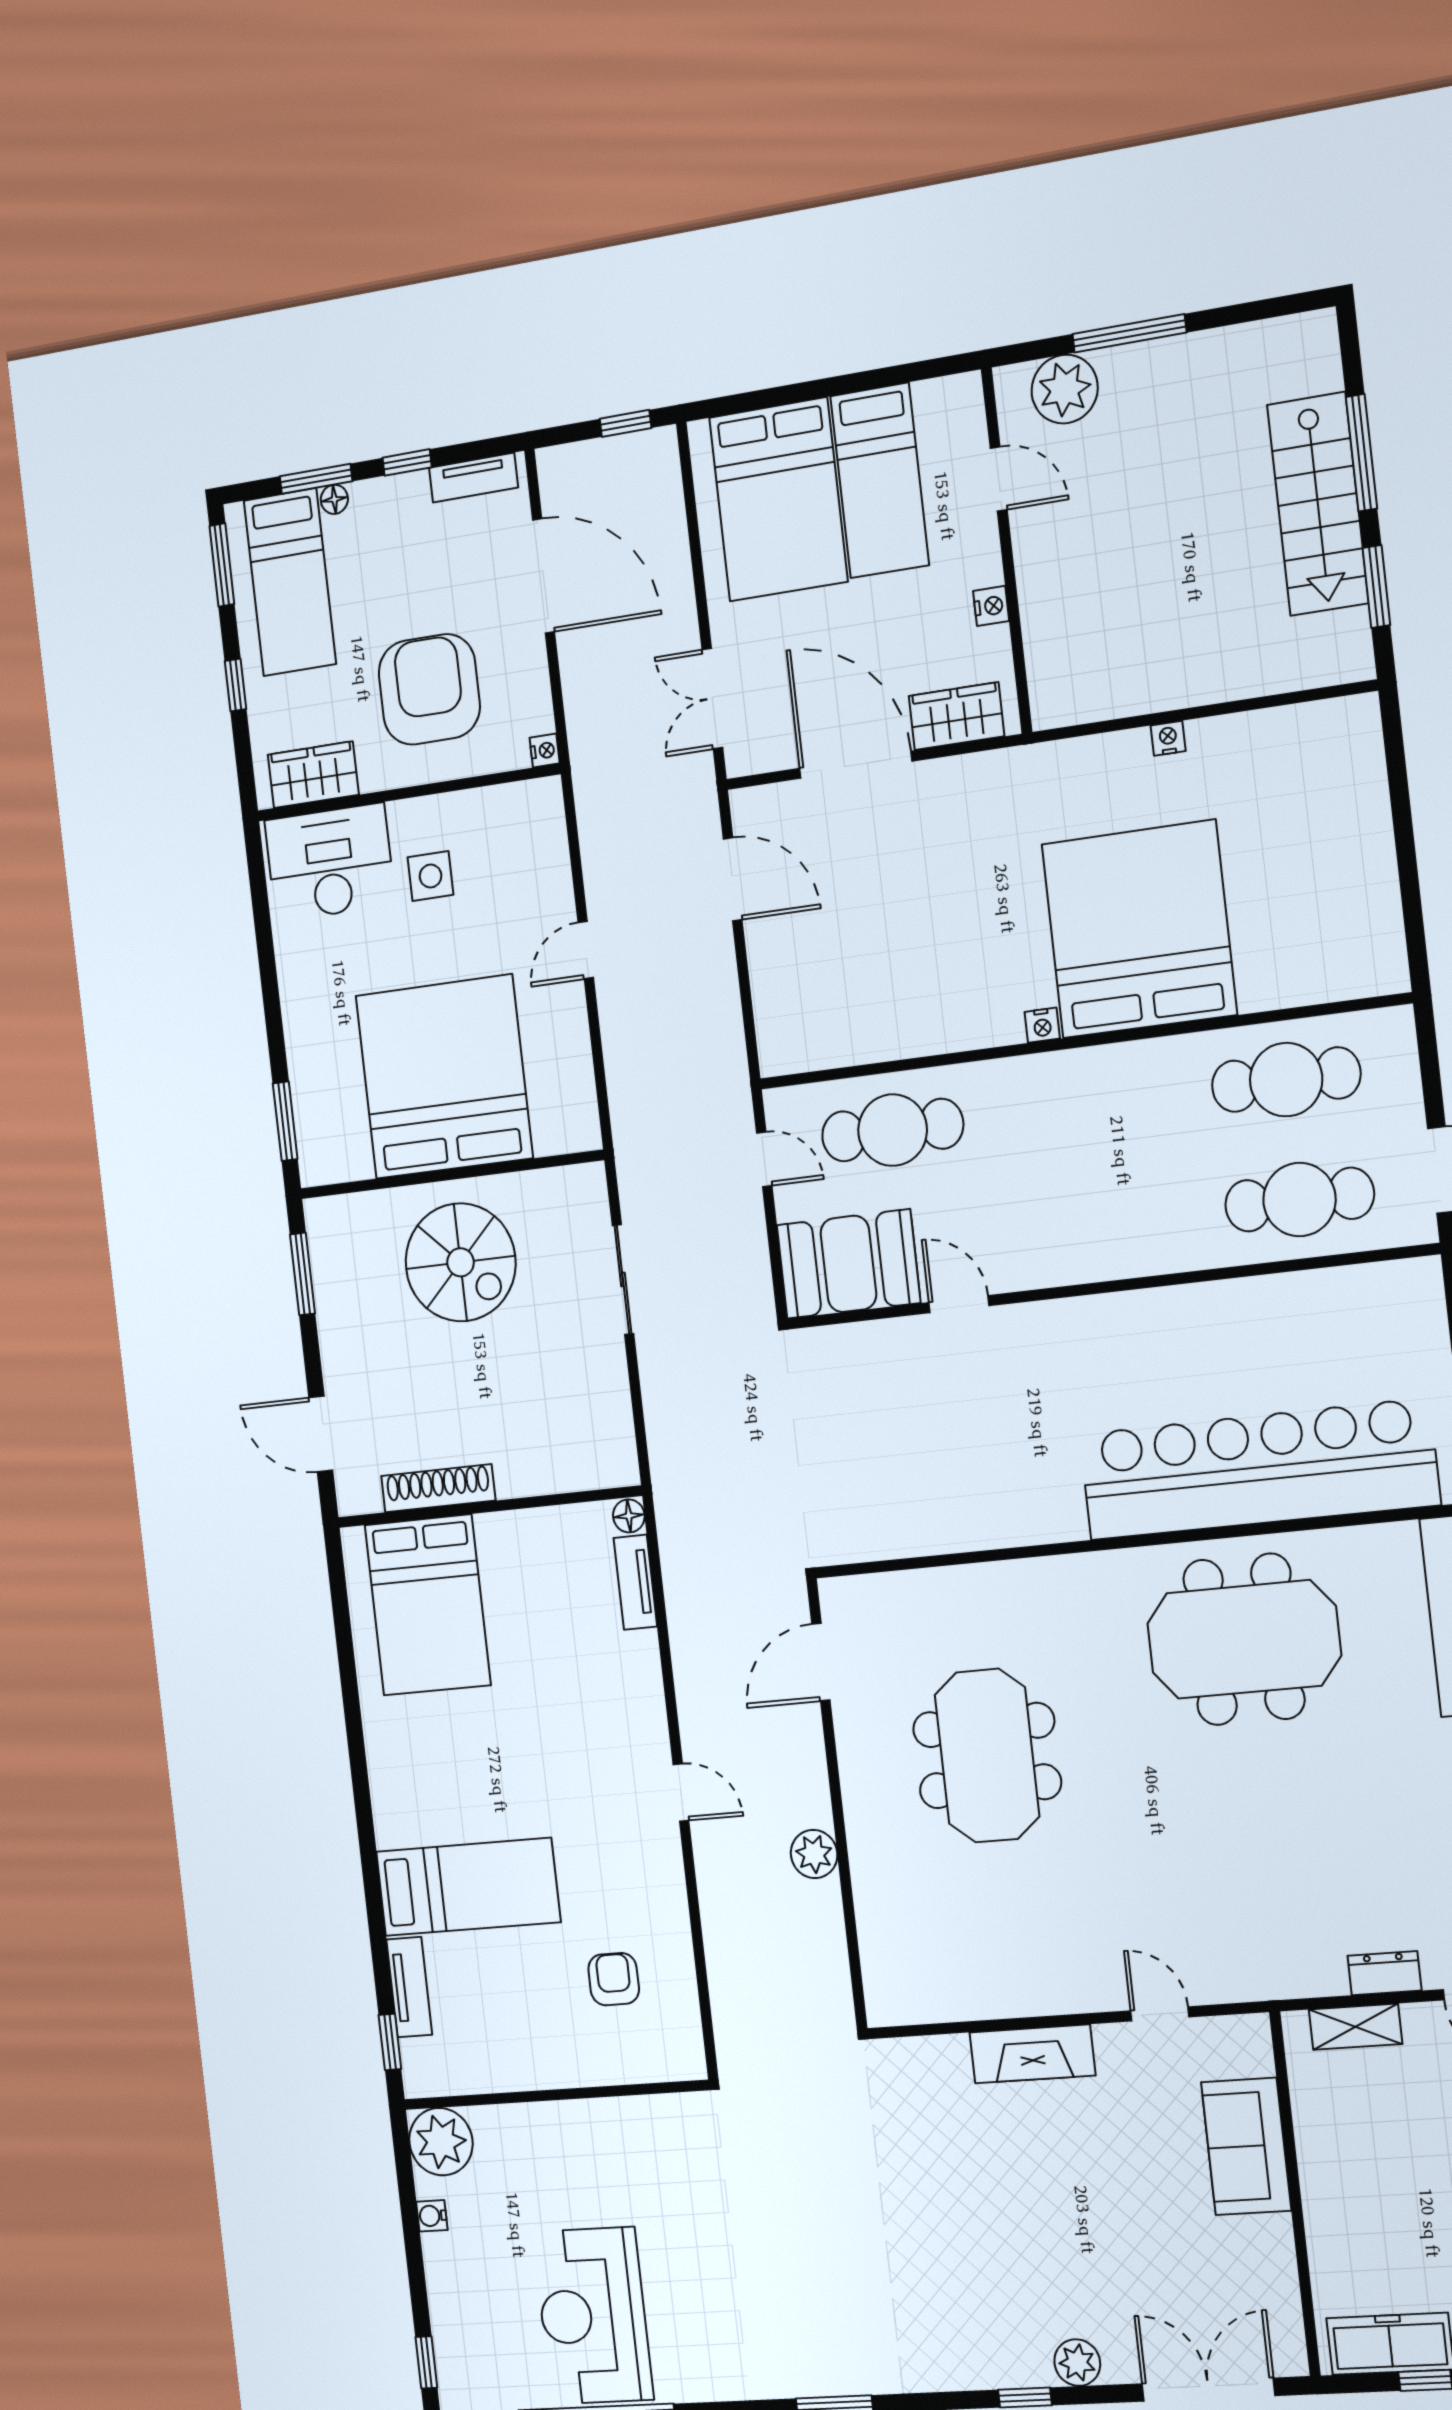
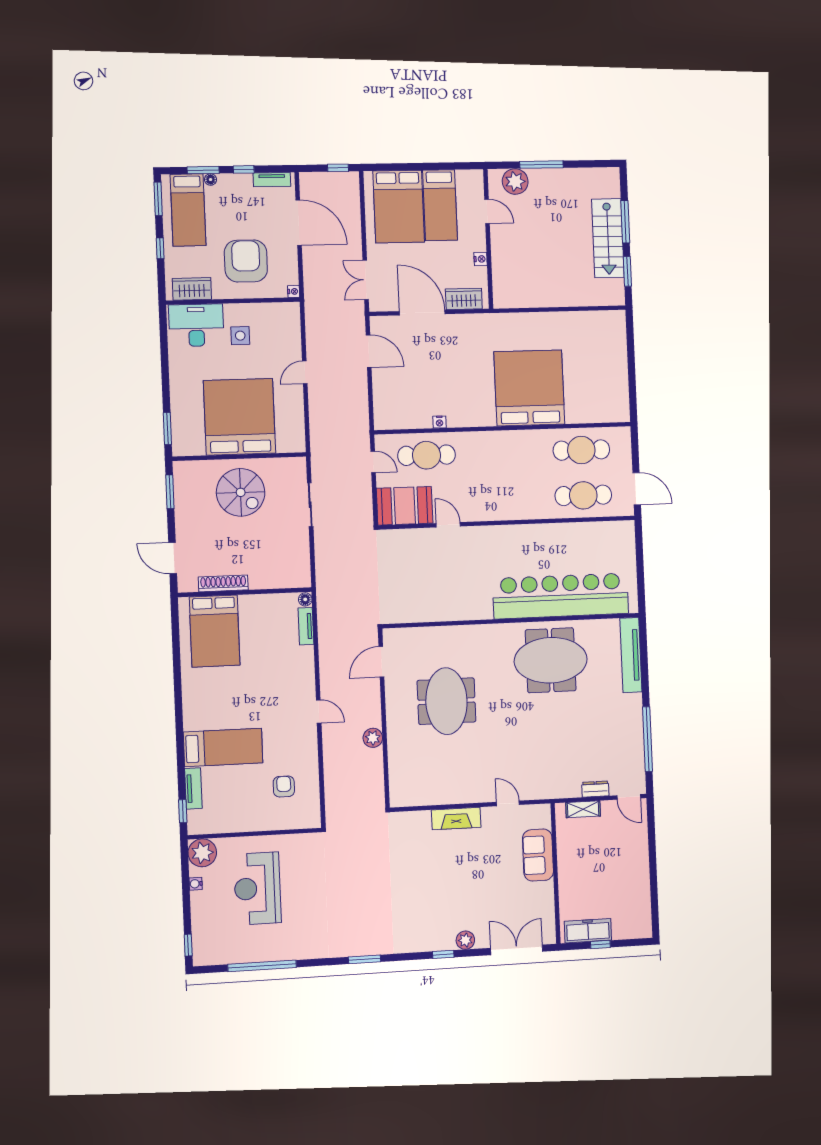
nightstand: (1168, 738) -> (546, 317), removed
nightstand: (1042, 1025) -> (439, 422), moved
reception desk: (593, 2316) -> (257, 888), moved

